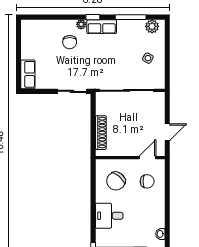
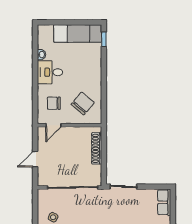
door: (167, 132) -> (35, 159), moved
desk: (109, 216) -> (50, 72), moved, turned 180

